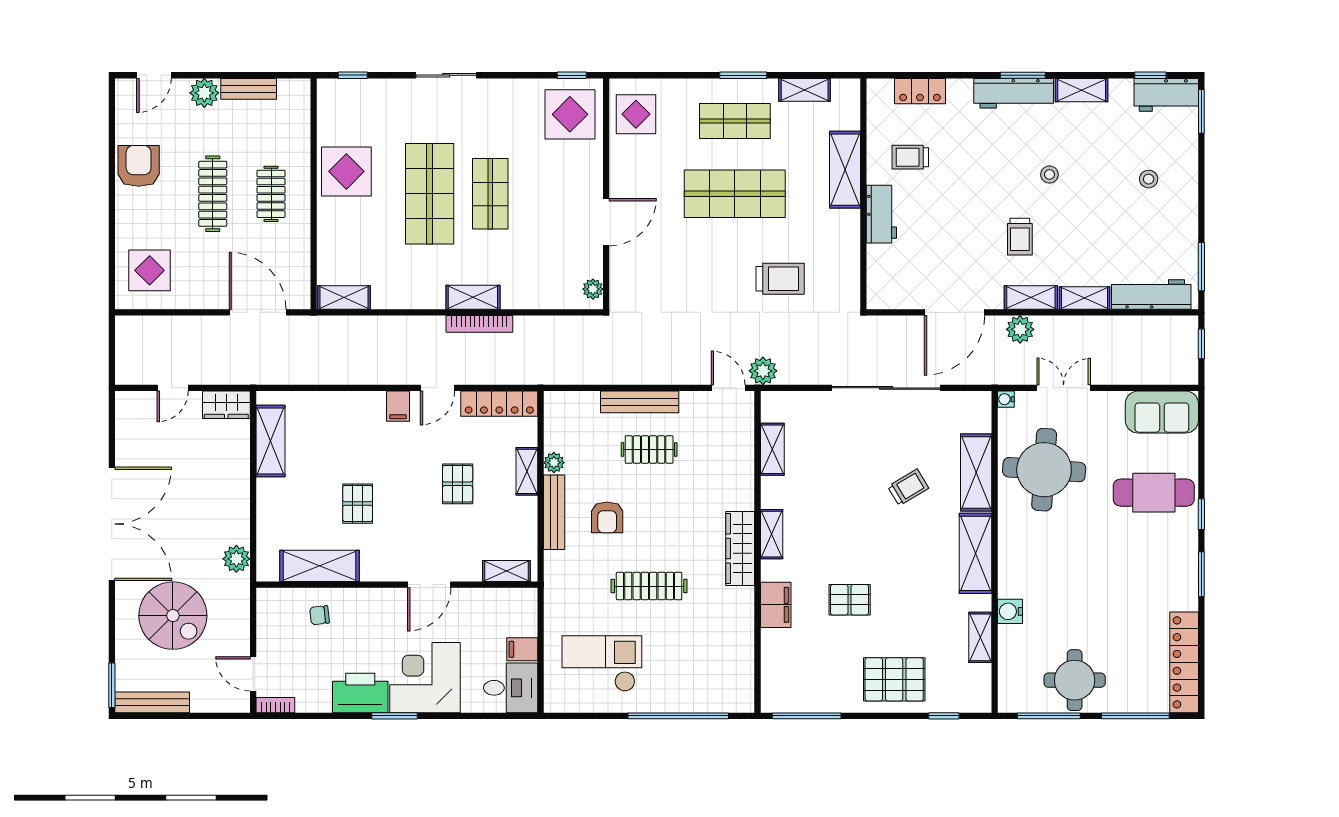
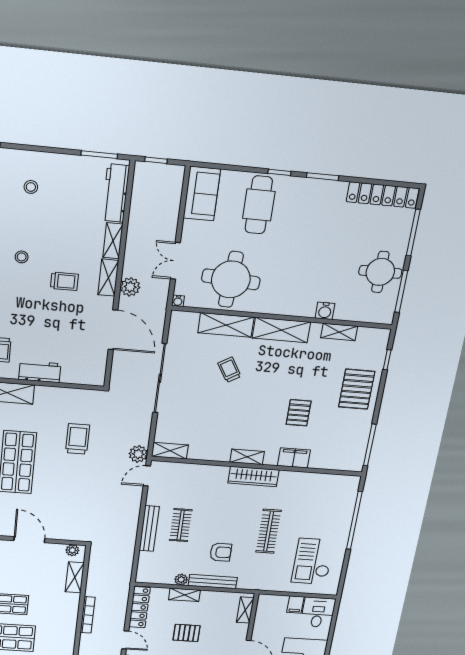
shelving: (473, 297) -> (75, 577), moved
shelving: (772, 449) -> (170, 451), moved

